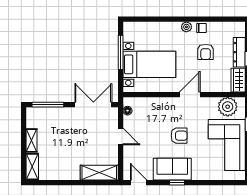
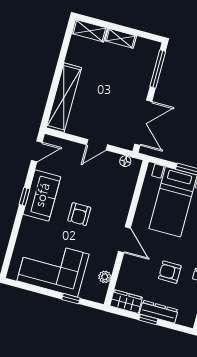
plant: (228, 107) -> (105, 277), width x0.53, depth x0.53
shelving: (99, 173) -> (64, 98), width x1.47

